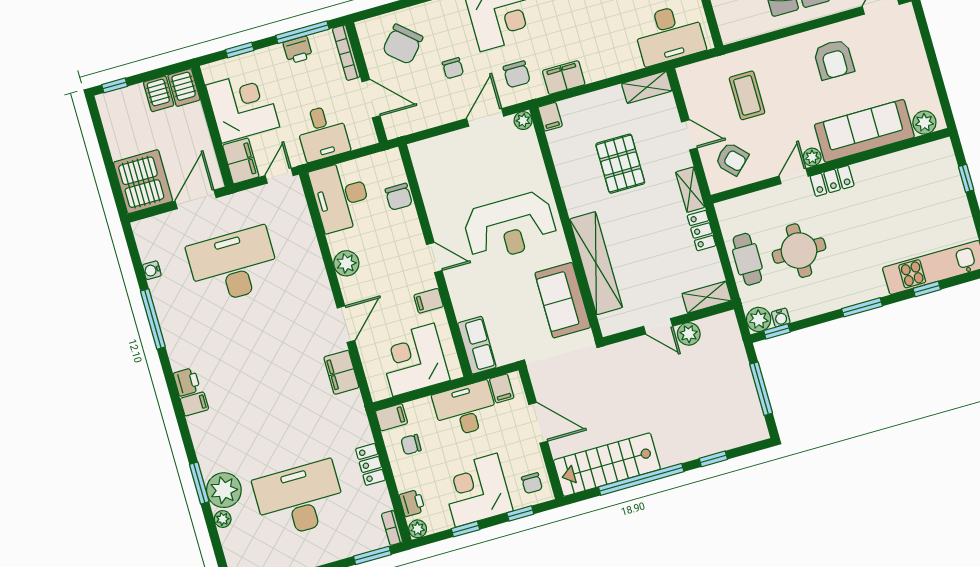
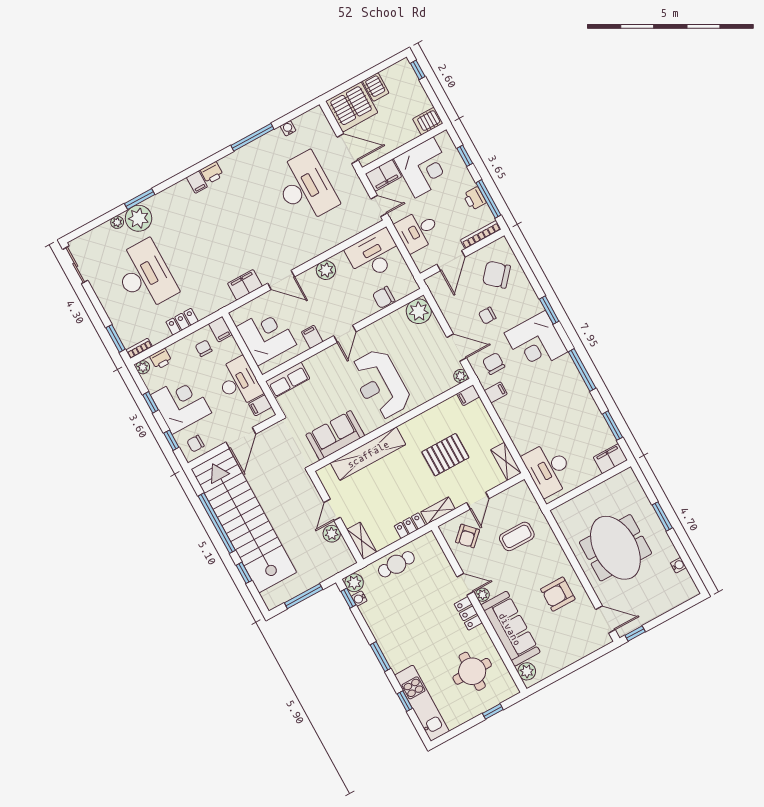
chair: (517, 74) -> (494, 364), turned 90
filing cabinet: (564, 78) -> (496, 392), width x0.50
server rack: (159, 94) -> (376, 87), moved, turned -90
plant: (427, 156) -> (419, 311), added
round table: (799, 251) -> (472, 671), moved
stairs: (607, 465) -> (244, 521), width x1.86, depth x1.51

